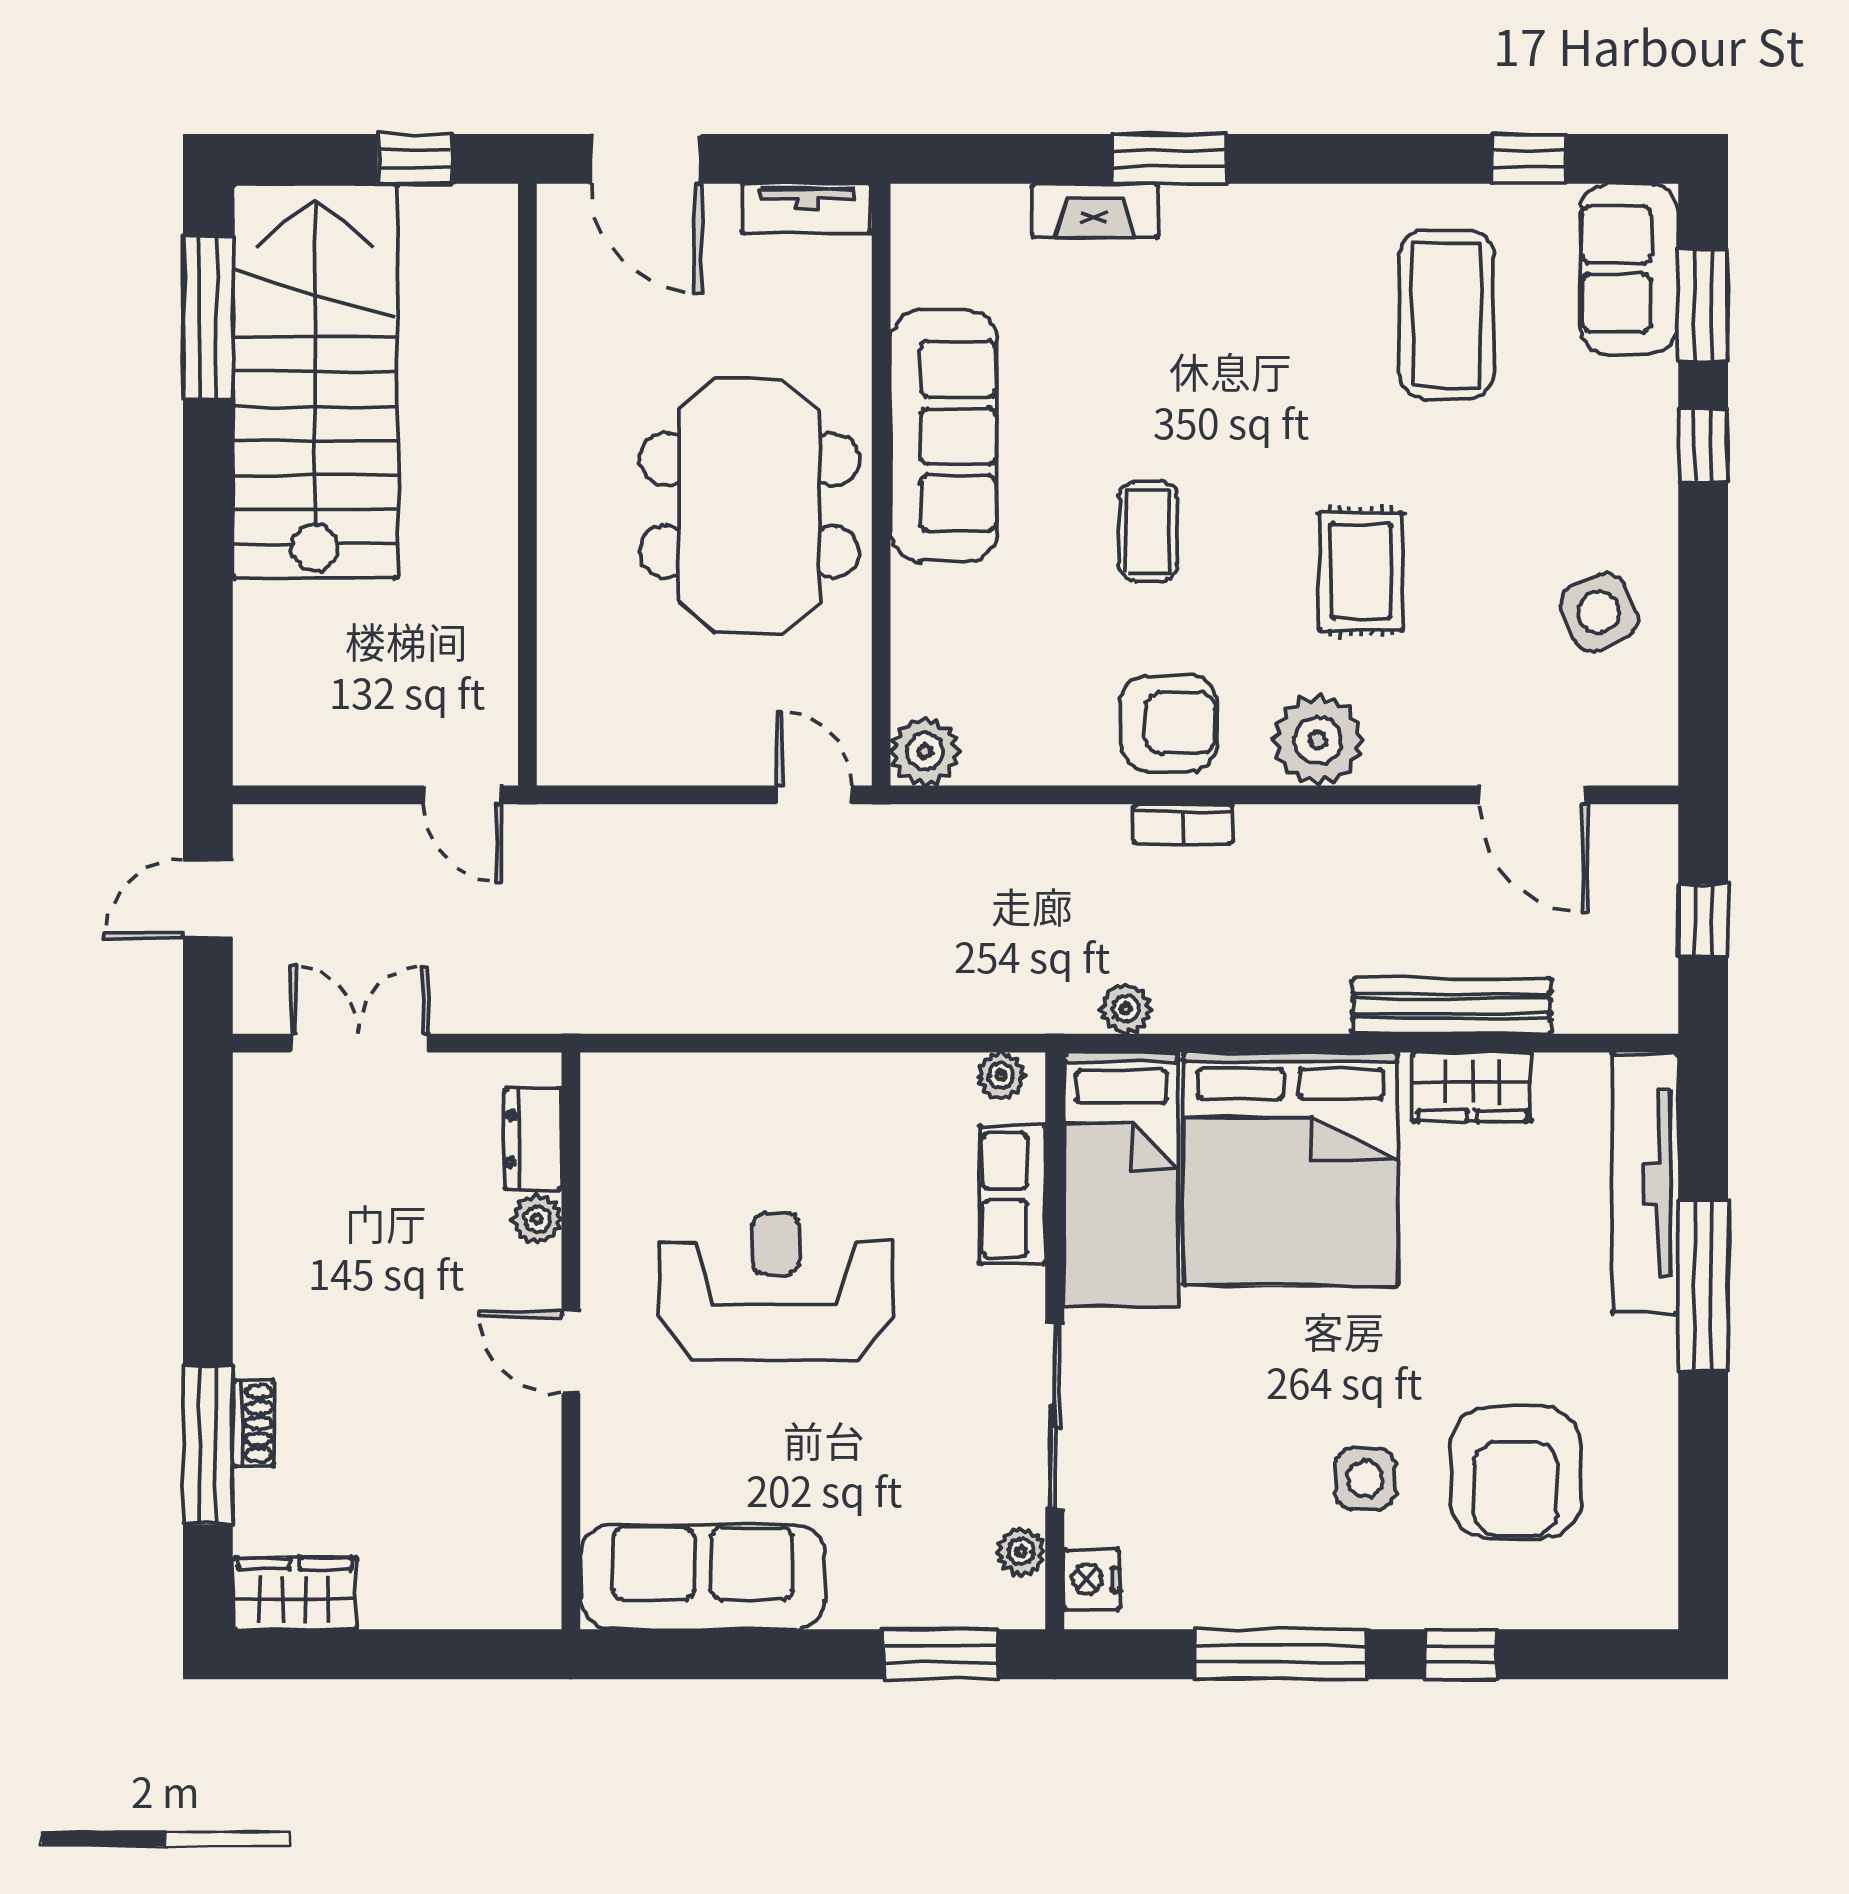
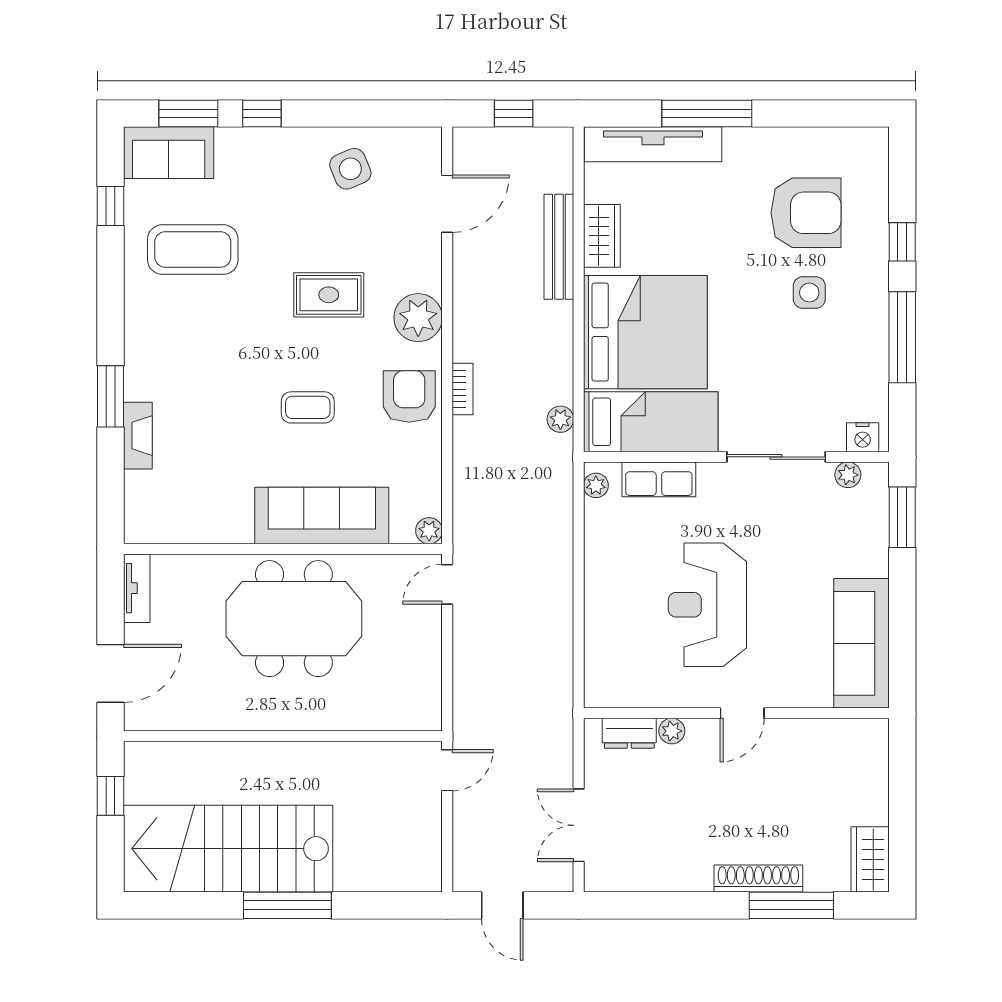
window: (208, 318) -> (287, 905), moved
sofa: (944, 436) -> (322, 516), moved
plant: (925, 751) -> (429, 531), width x0.73, depth x0.73
shoe rack: (254, 1423) -> (758, 879), width x1.94, depth x1.24

